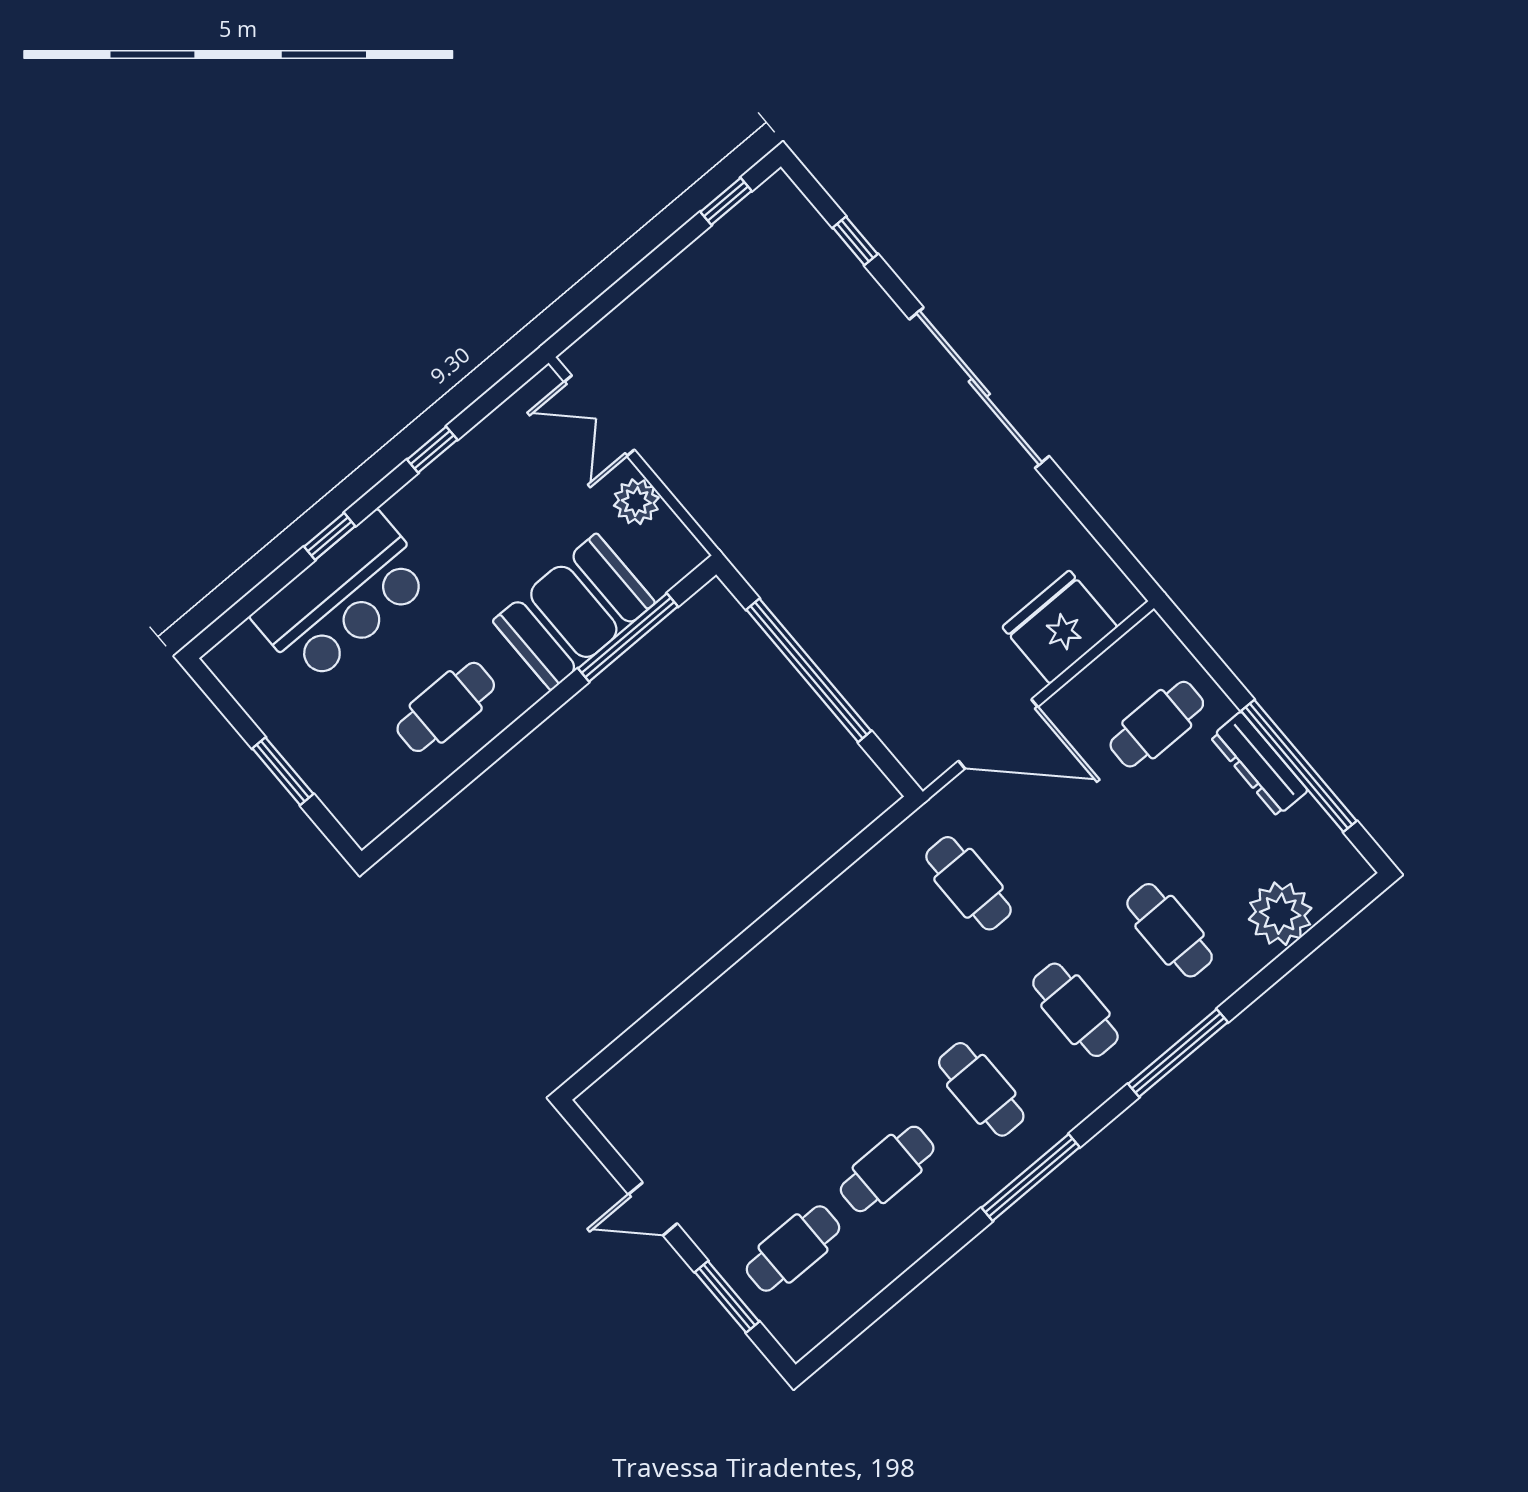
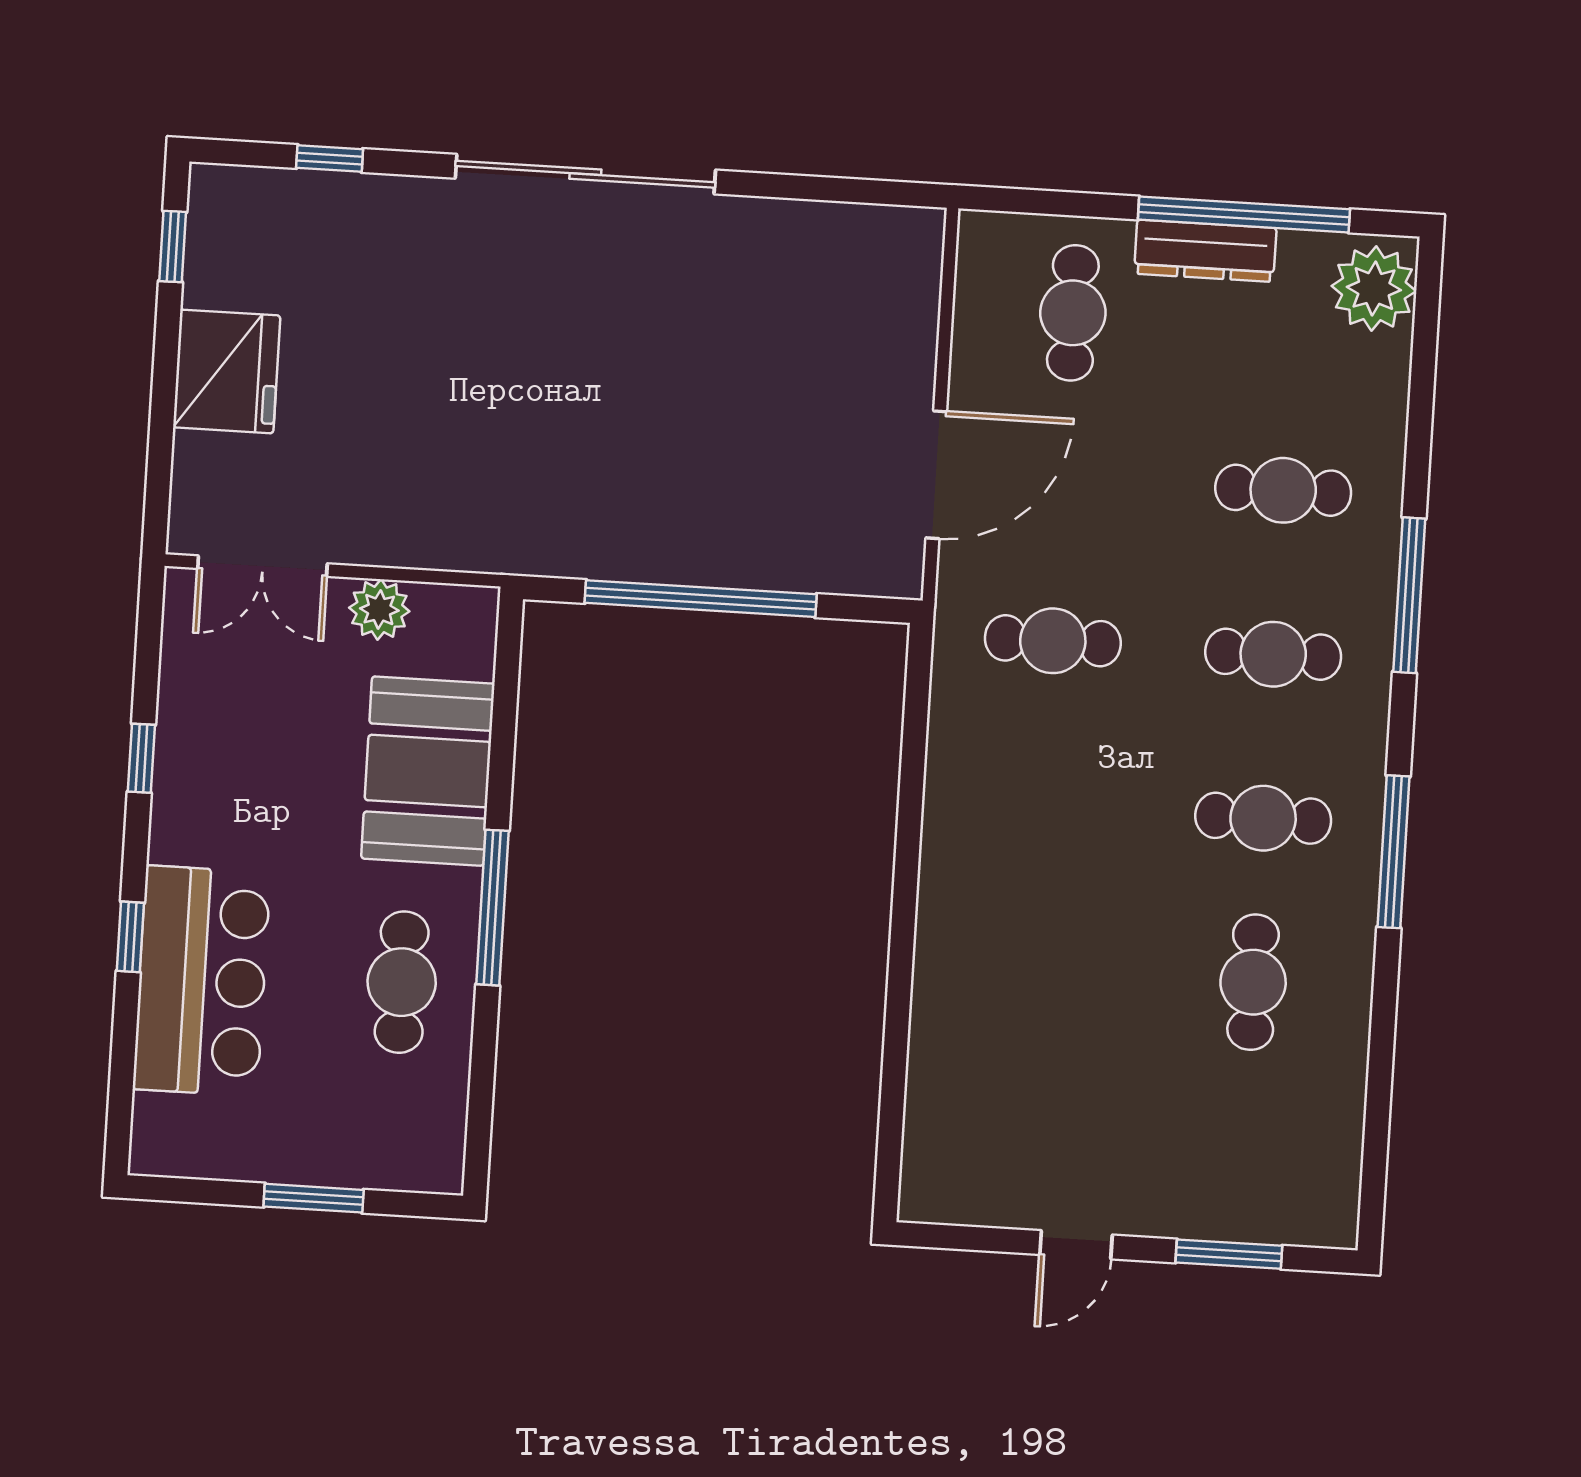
fridge: (1060, 627) -> (227, 371), moved, turned 180
window: (628, 637) -> (492, 908), moved
plant: (1280, 914) -> (1374, 288), moved
cafe table: (793, 1248) -> (1243, 1146), removed

